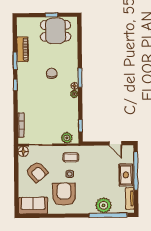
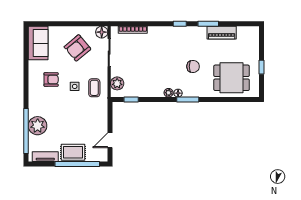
dining table: (56, 31) -> (232, 78), moved, turned 90
armchair: (64, 194) -> (51, 79), width x0.53, depth x0.53

